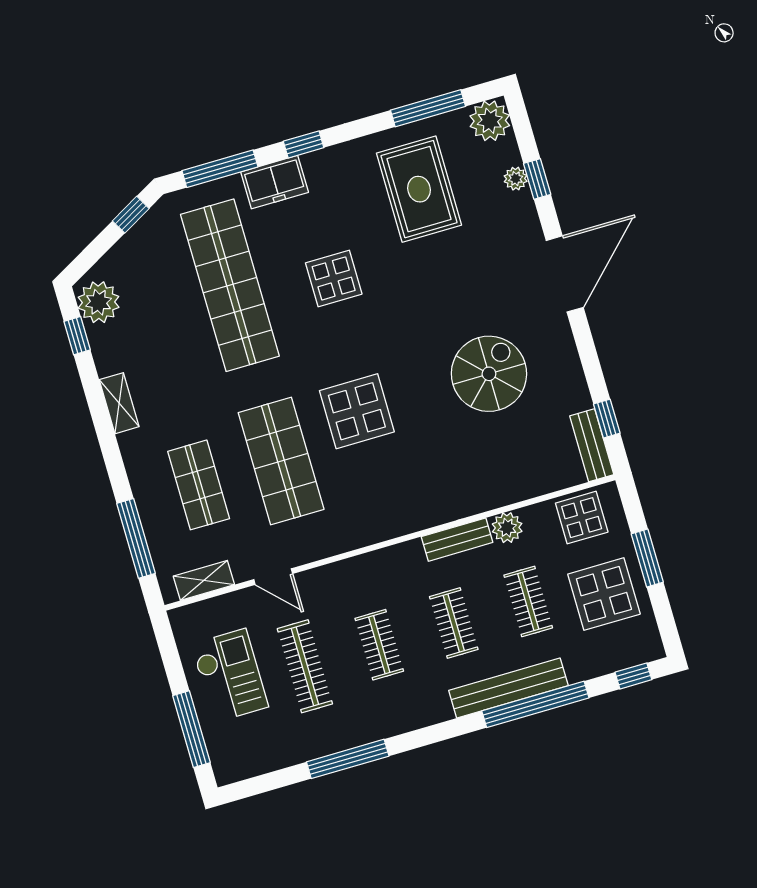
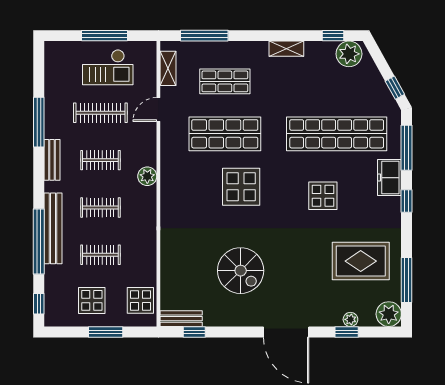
plant: (507, 528) -> (147, 176), moved
bench: (457, 540) -> (52, 160), moved
display table: (604, 594) -> (92, 300), width x0.73, depth x0.73
window: (191, 729) -> (105, 36), moved

